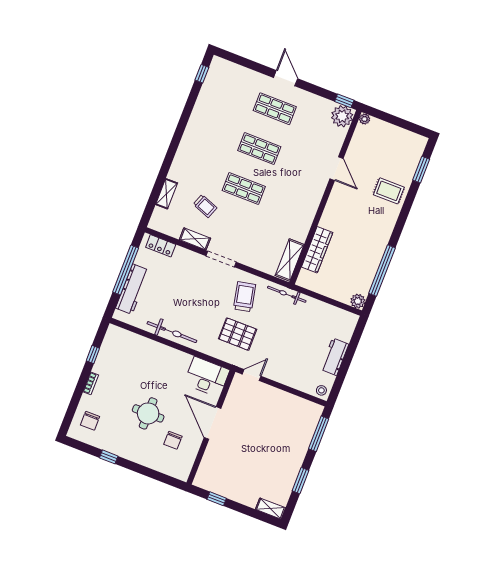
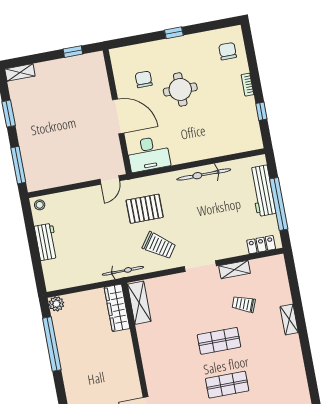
shelving: (167, 194) -> (289, 320), moved
wardrobe: (317, 250) -> (117, 308), moved
trolley: (245, 297) -> (159, 246), turned -43
window: (109, 457) -> (174, 33), moved

